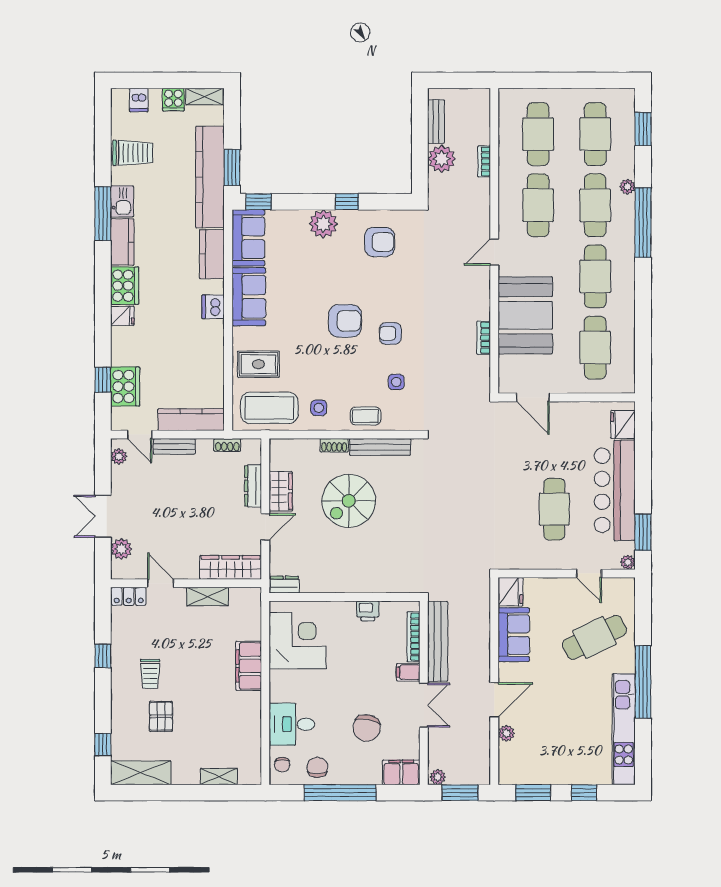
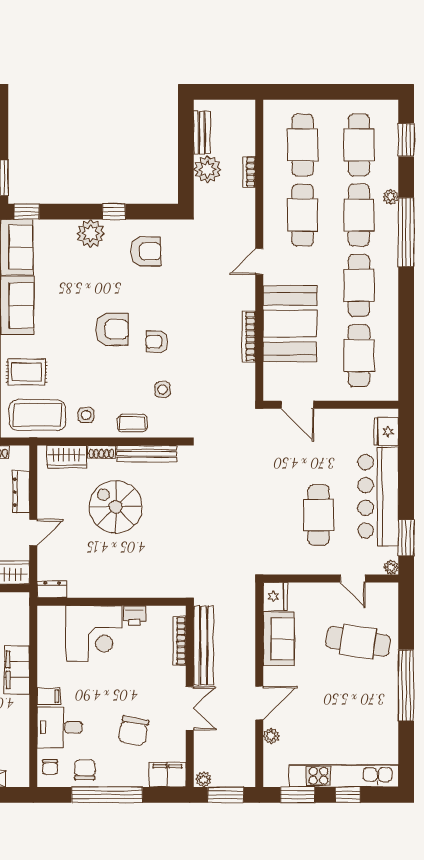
bookcase: (484, 338) -> (249, 337), width x1.56
wardrobe: (281, 491) -> (66, 457), moved, turned 90
spiral stairs: (349, 501) -> (116, 507), turned 90
cafe table: (594, 637) -> (358, 642), turned 35
corner desk: (298, 641) -> (94, 633), moved, turned 90
filing cabinet: (408, 672) -> (49, 696), moved, turned 180
kitchen unit: (624, 729) -> (344, 776), moved, turned 90

